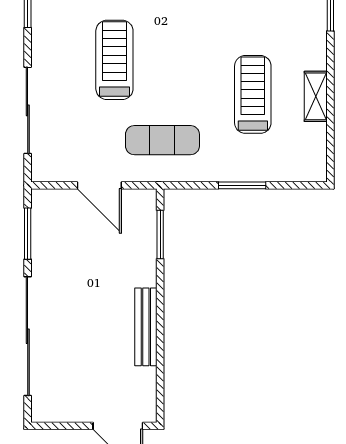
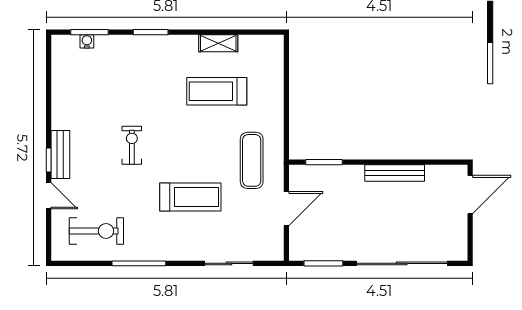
treadmill: (114, 60) -> (190, 197), turned 180
sliding door: (28, 110) -> (229, 263), width x0.73
window: (242, 185) -> (286, 100), removed

